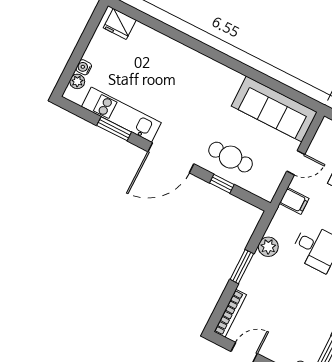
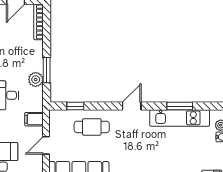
door: (171, 158) -> (132, 106), width x0.53
window: (222, 184) -> (75, 106), moved
window: (242, 267) -> (47, 70), moved

